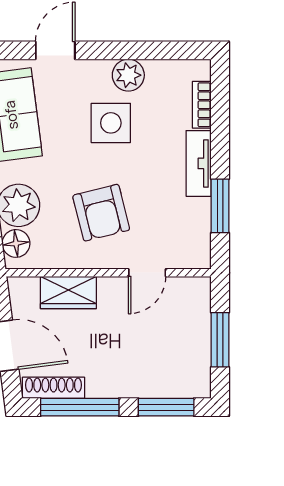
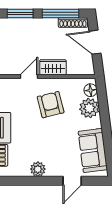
side table: (111, 123) -> (46, 147), removed
wardrobe: (68, 292) -> (53, 67), moved

